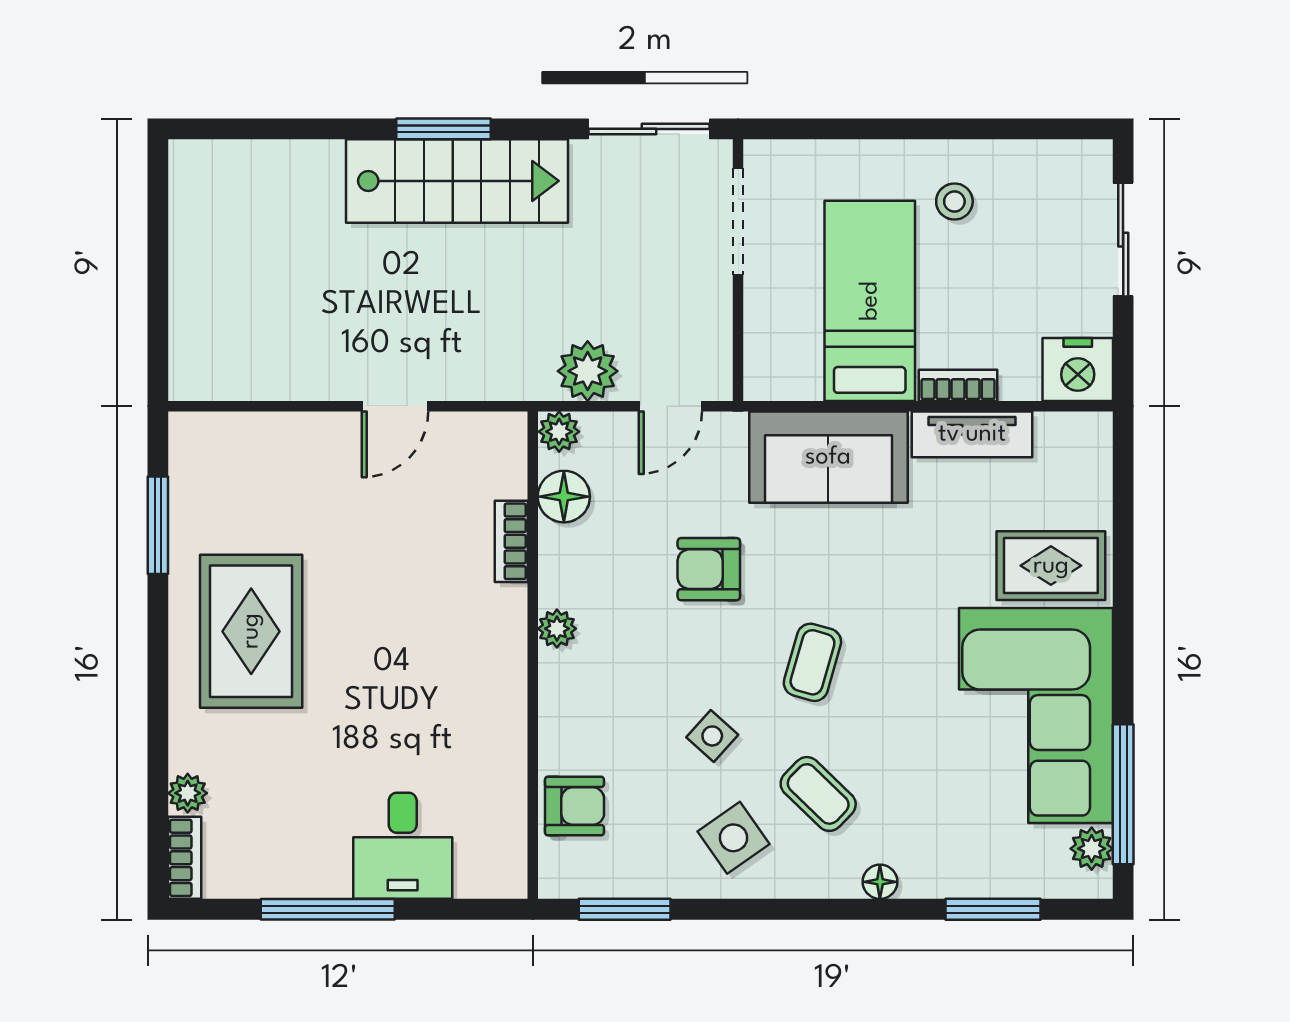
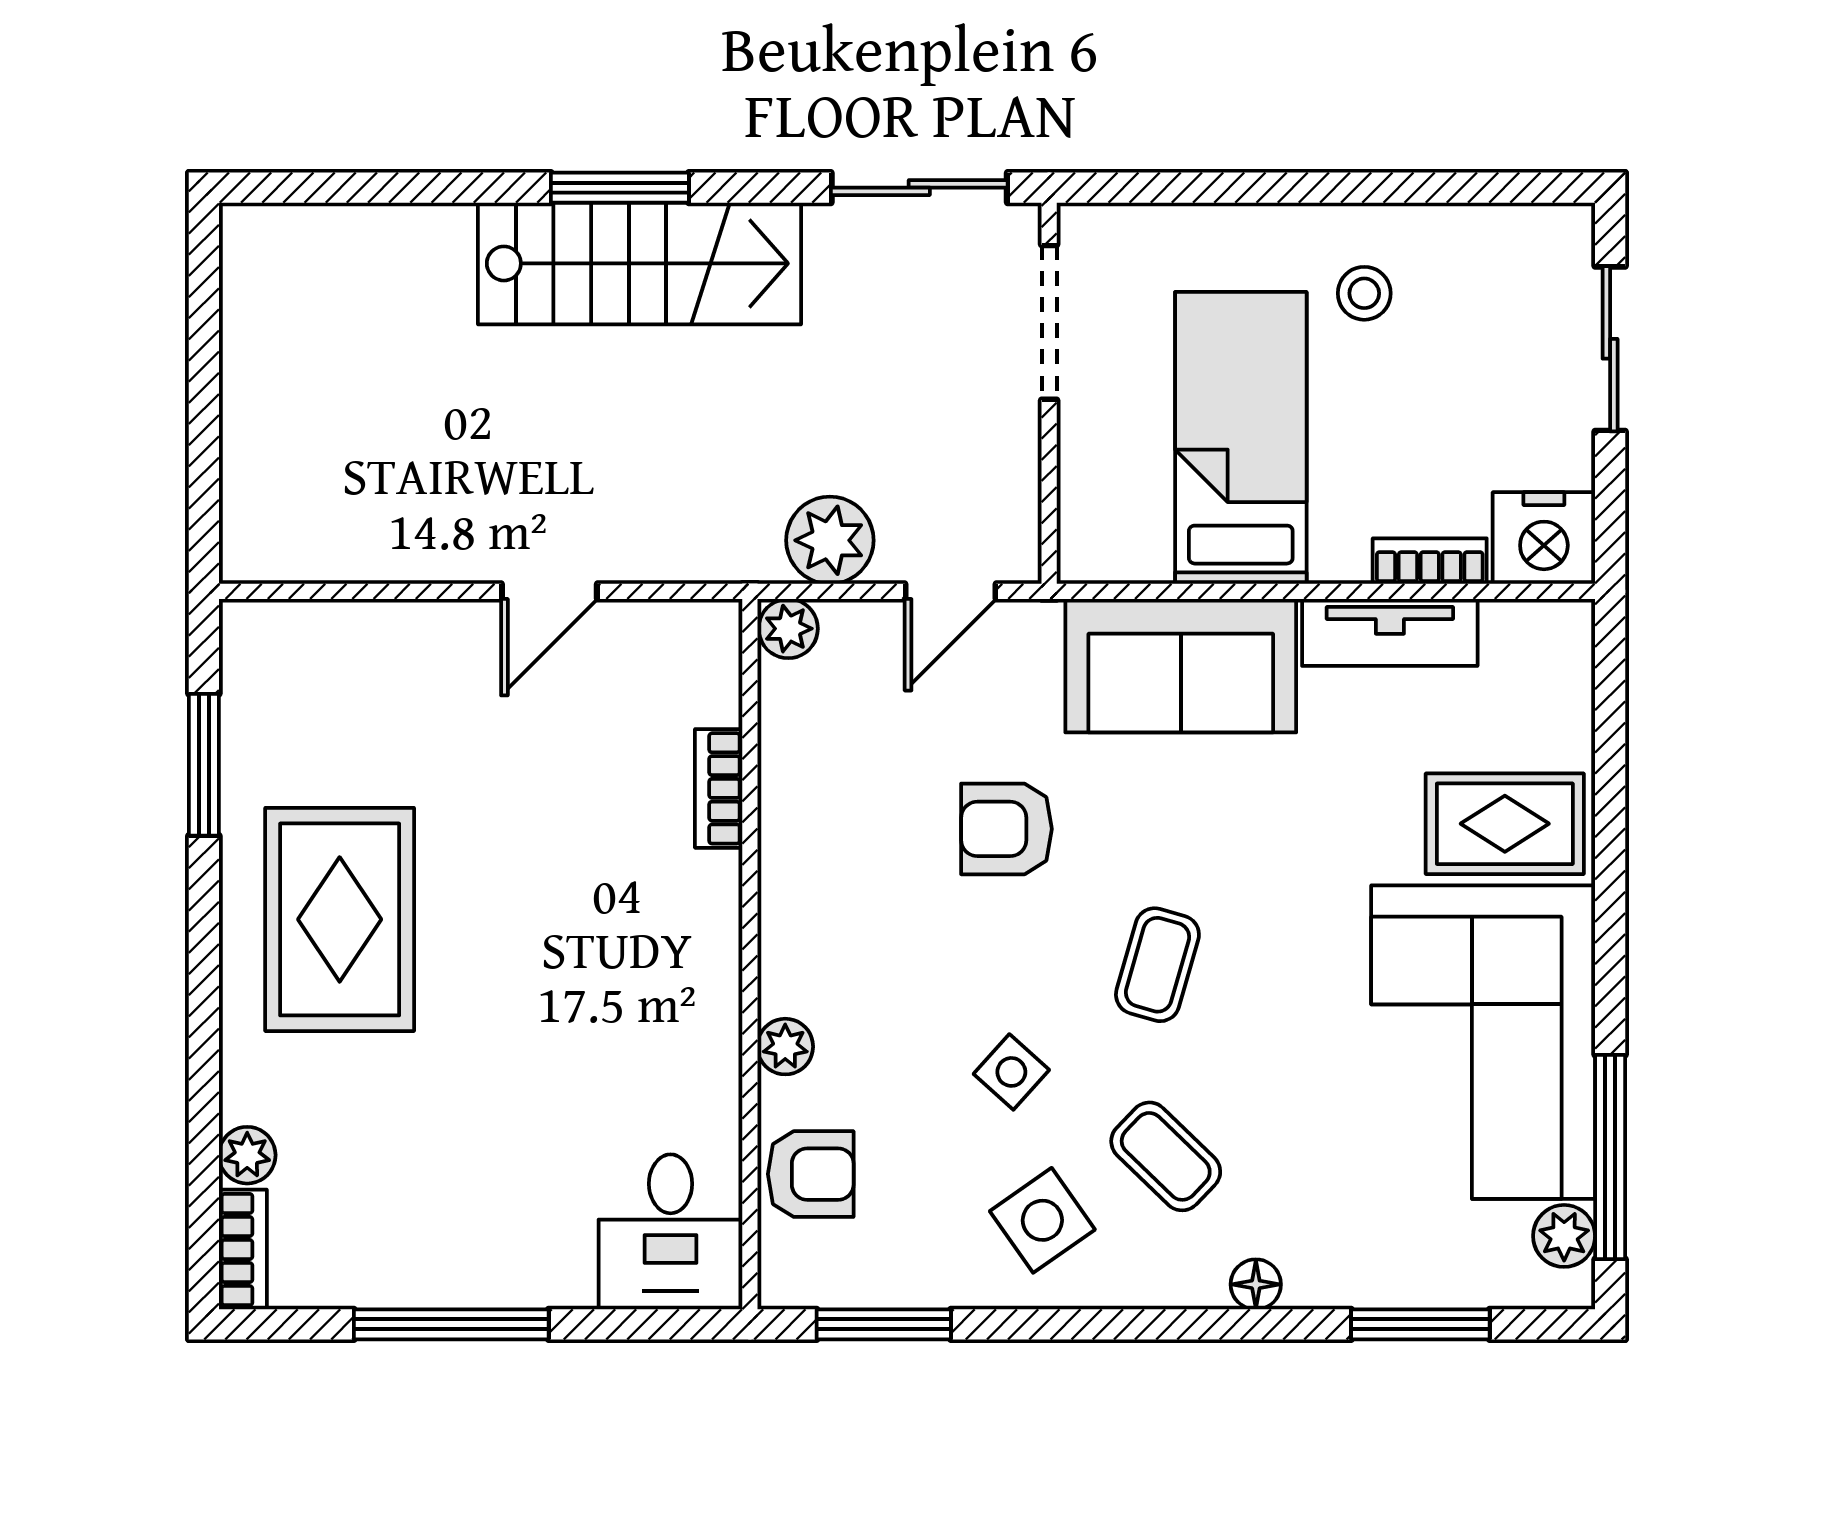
bookcase: (958, 385) -> (1430, 561), moved
floor lamp: (564, 497) -> (795, 723), removed
plant: (557, 629) -> (785, 1047), moved
desk: (403, 846) -> (671, 1232), moved

